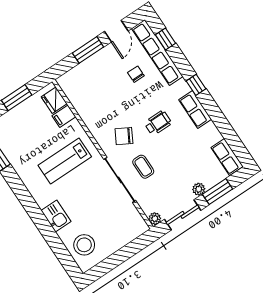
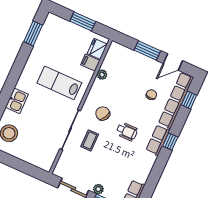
row of seats: (195, 109) -> (158, 140), moved
plant: (155, 219) -> (102, 75), moved

